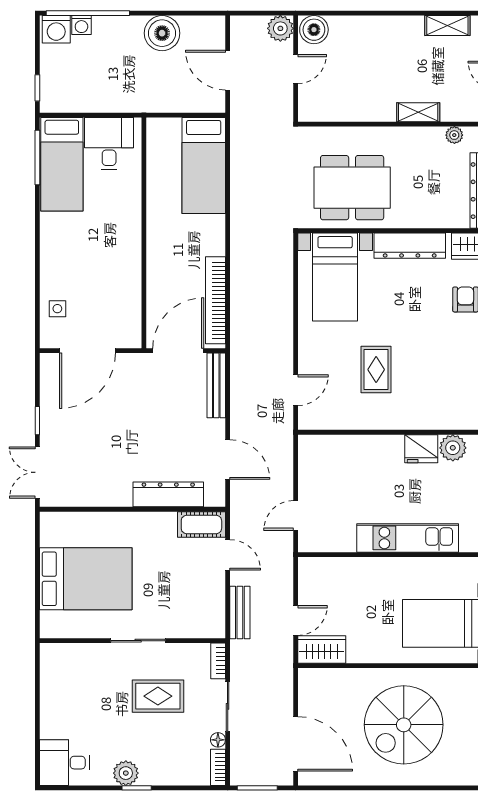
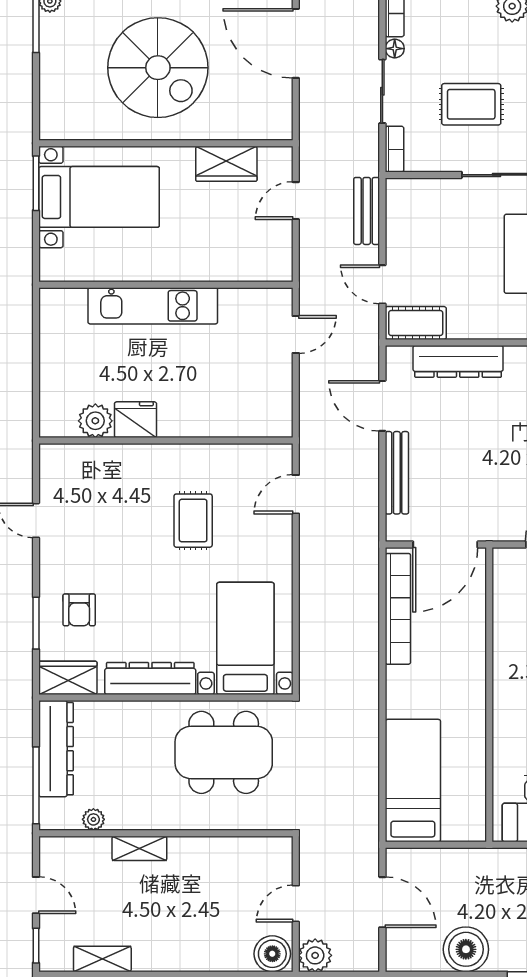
bench: (216, 385) -> (397, 473), moved
wardrobe: (322, 649) -> (226, 164), moved
spiral stairs: (404, 725) -> (158, 68), turned 90

